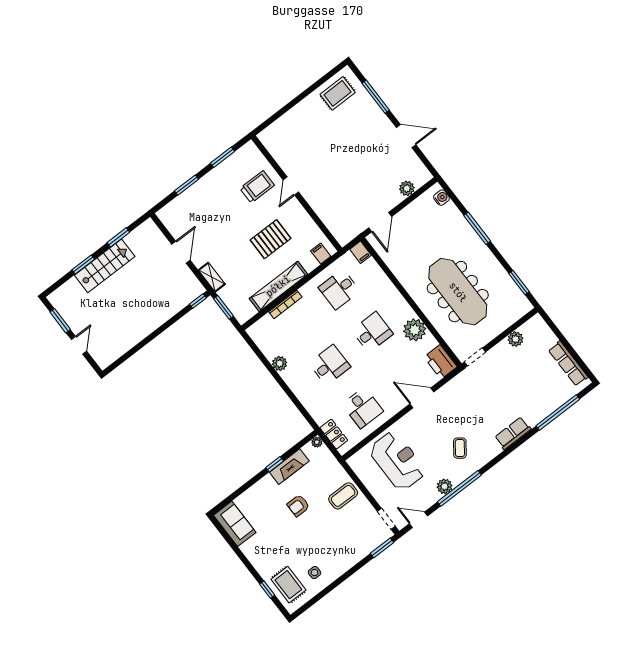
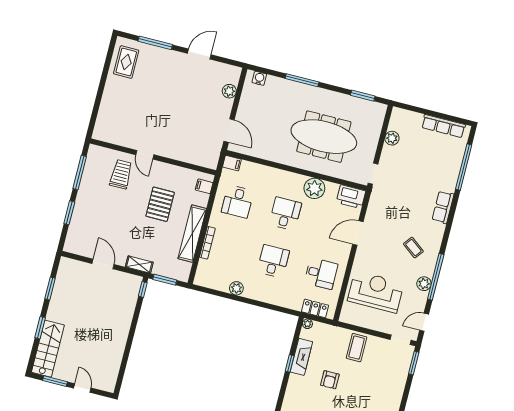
window: (223, 157) -> (80, 173), width x1.44
stairs: (105, 266) -> (48, 349), moved

